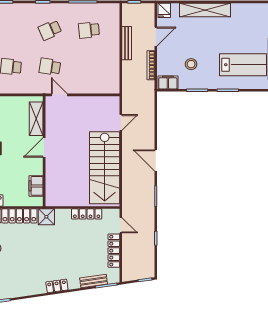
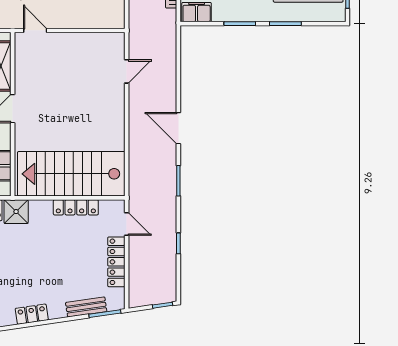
stairs: (105, 168) -> (71, 174), moved, turned 90

